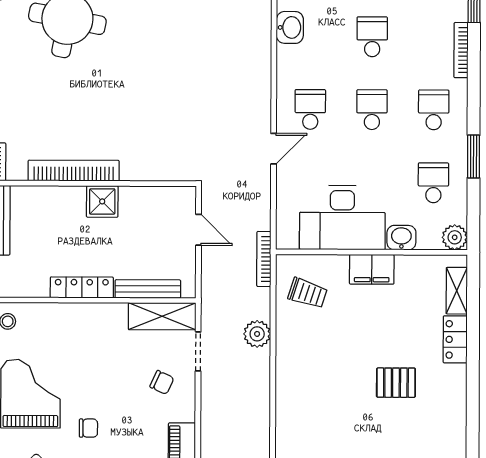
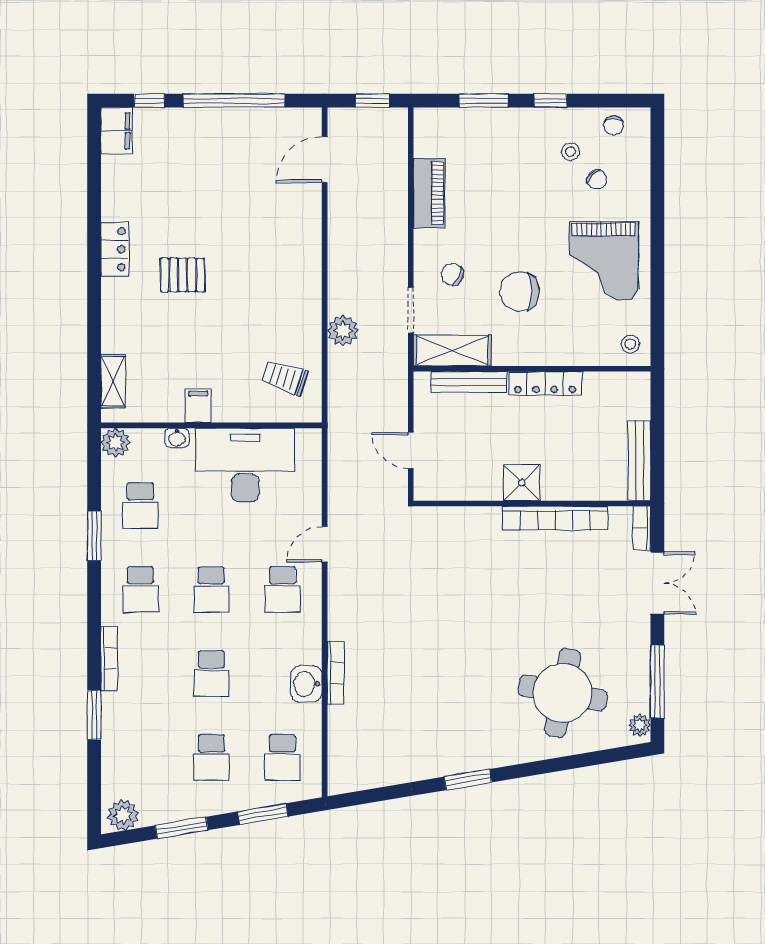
washbasin: (401, 238) -> (177, 438), width x0.72, depth x0.69
bookcase: (264, 259) -> (335, 673), moved
filing cabinet: (372, 269) -> (198, 406), width x0.50
locker: (455, 339) -> (115, 249), moved
chair: (88, 428) -> (519, 291), moved, width x1.87, depth x1.87

